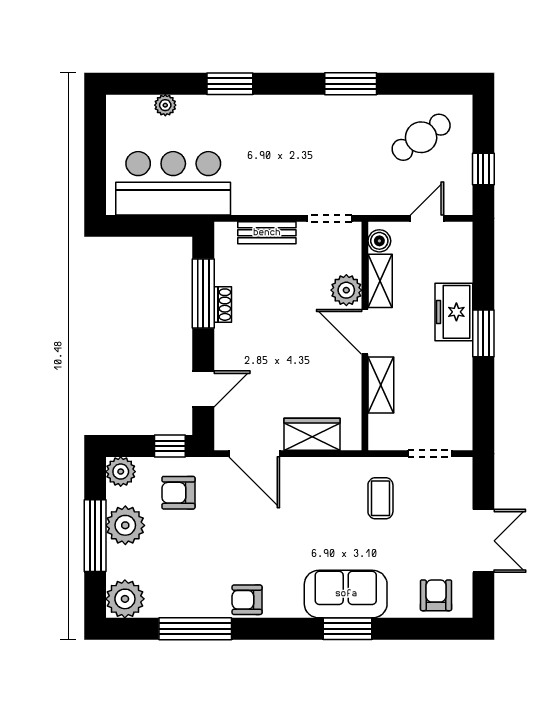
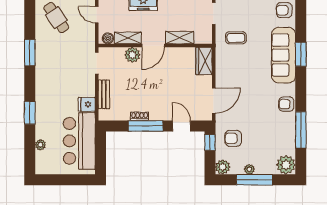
fridge: (247, 198) -> (87, 104), added
window: (203, 294) -> (146, 126), moved
wardrobe: (312, 434) -> (204, 61), moved
armchair: (178, 493) -> (233, 138), turned 90
plant: (125, 525) -> (249, 169), width x0.53, depth x0.53
sofa: (346, 594) -> (284, 55), width x1.36
armchair: (247, 600) -> (286, 104), turned 90

